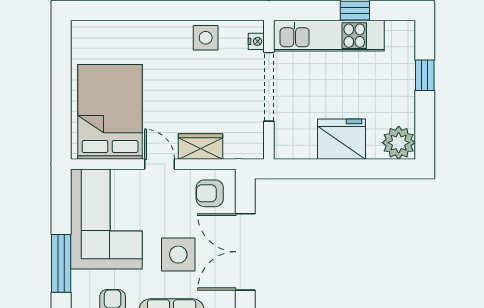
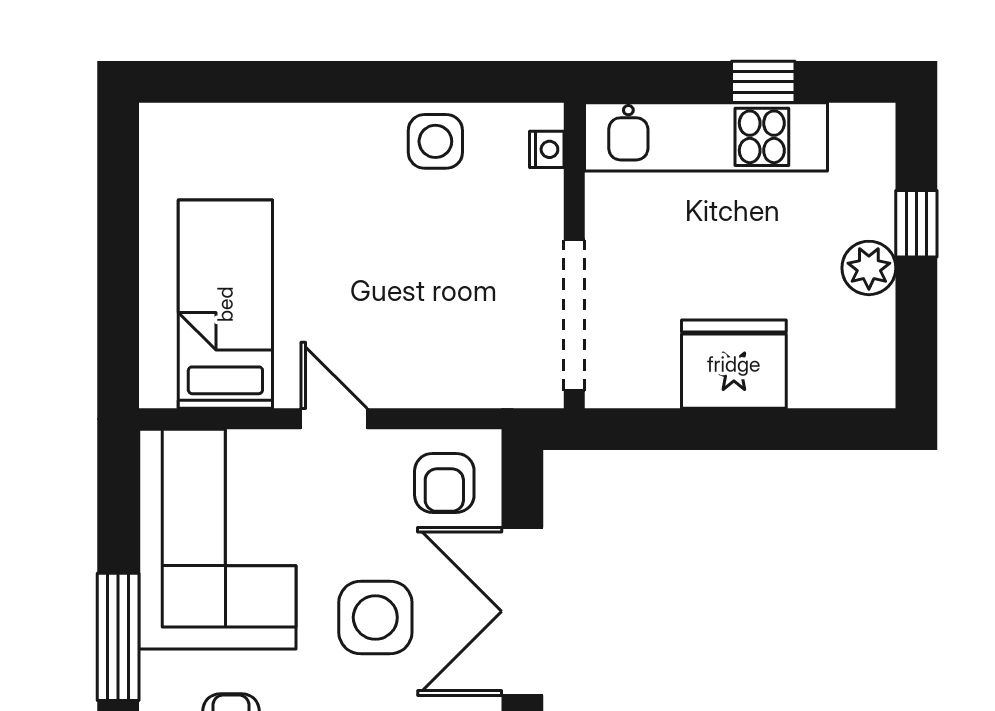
doorway: (269, 87) -> (574, 315), moved
bed: (110, 112) -> (225, 304), width x0.67
plant: (399, 143) -> (869, 268), moved, width x0.73, depth x0.73
wardrobe: (200, 147) -> (424, 380), removed
armchair: (210, 193) -> (444, 483), turned -90

